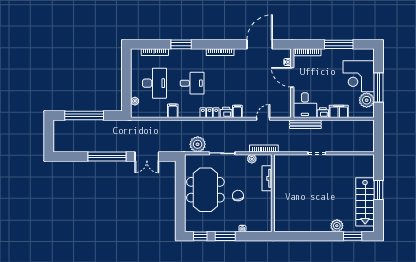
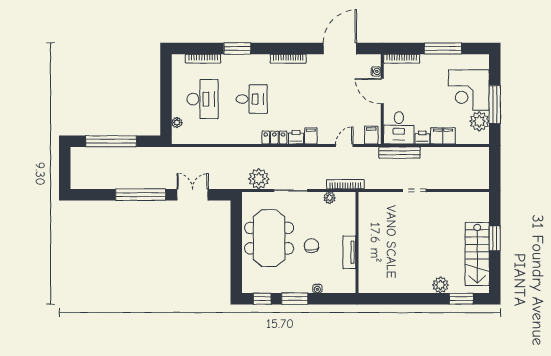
filing cabinet: (173, 111) -> (371, 135), moved
double door: (147, 156) -> (193, 195), swing flipped
tv unit: (267, 178) -> (349, 252), moved

